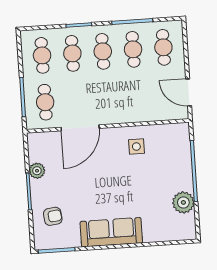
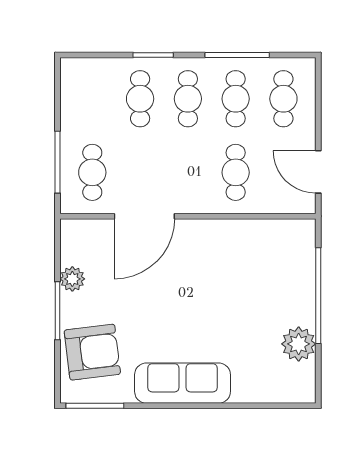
cafe table: (42, 55) -> (236, 172), moved
side table: (136, 147) -> (231, 251), removed
armchair: (53, 216) -> (92, 352), width x1.88, depth x1.88

